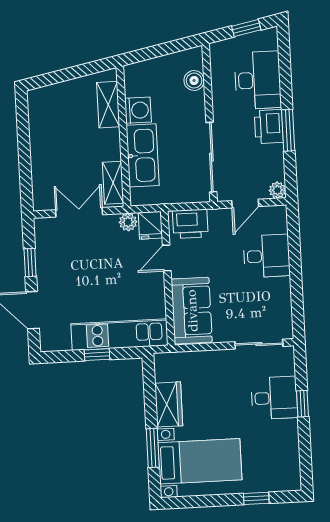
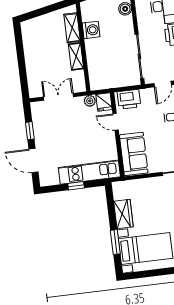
kitchen sink: (143, 155) -> (96, 58), removed
shelving: (113, 183) -> (76, 56), moved
door: (167, 258) -> (116, 122), hinge flipped

